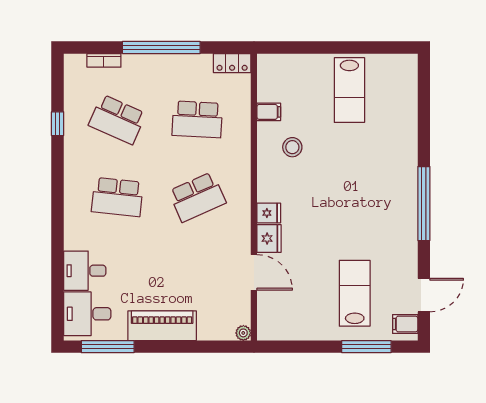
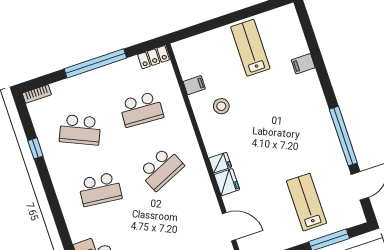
bookcase: (104, 60) -> (37, 94), moved
lab bench: (349, 90) -> (250, 48), turned 180
window: (424, 204) -> (343, 136), moved
door: (254, 272) -> (229, 227), moved
filing cabinet: (405, 324) -> (303, 64), moved

